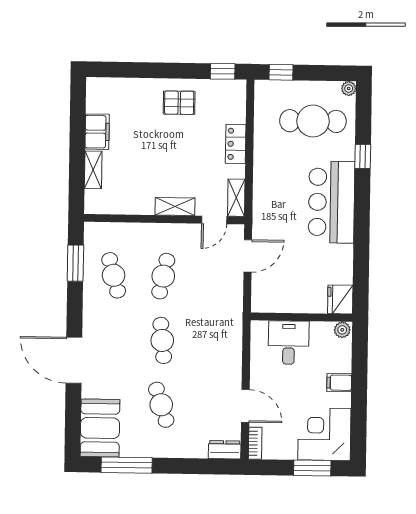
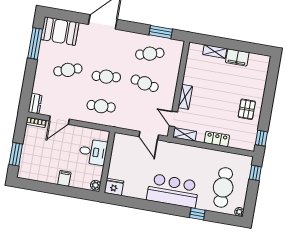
cafe table: (212, 341) -> (101, 106), added
corner desk: (324, 434) -> (35, 165), removed

